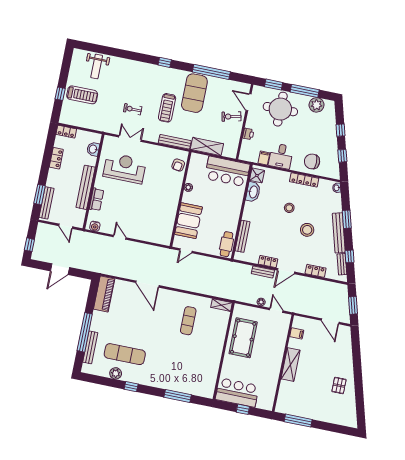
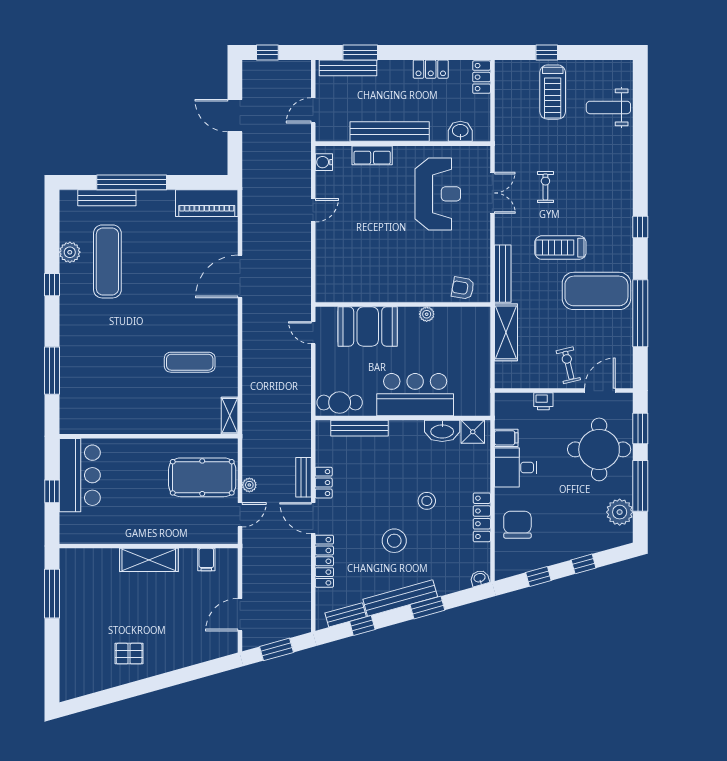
bar counter: (227, 171) -> (415, 395), moved, turned 90
locker: (316, 271) -> (324, 561), width x1.53
pool table: (243, 338) -> (202, 477), moved

